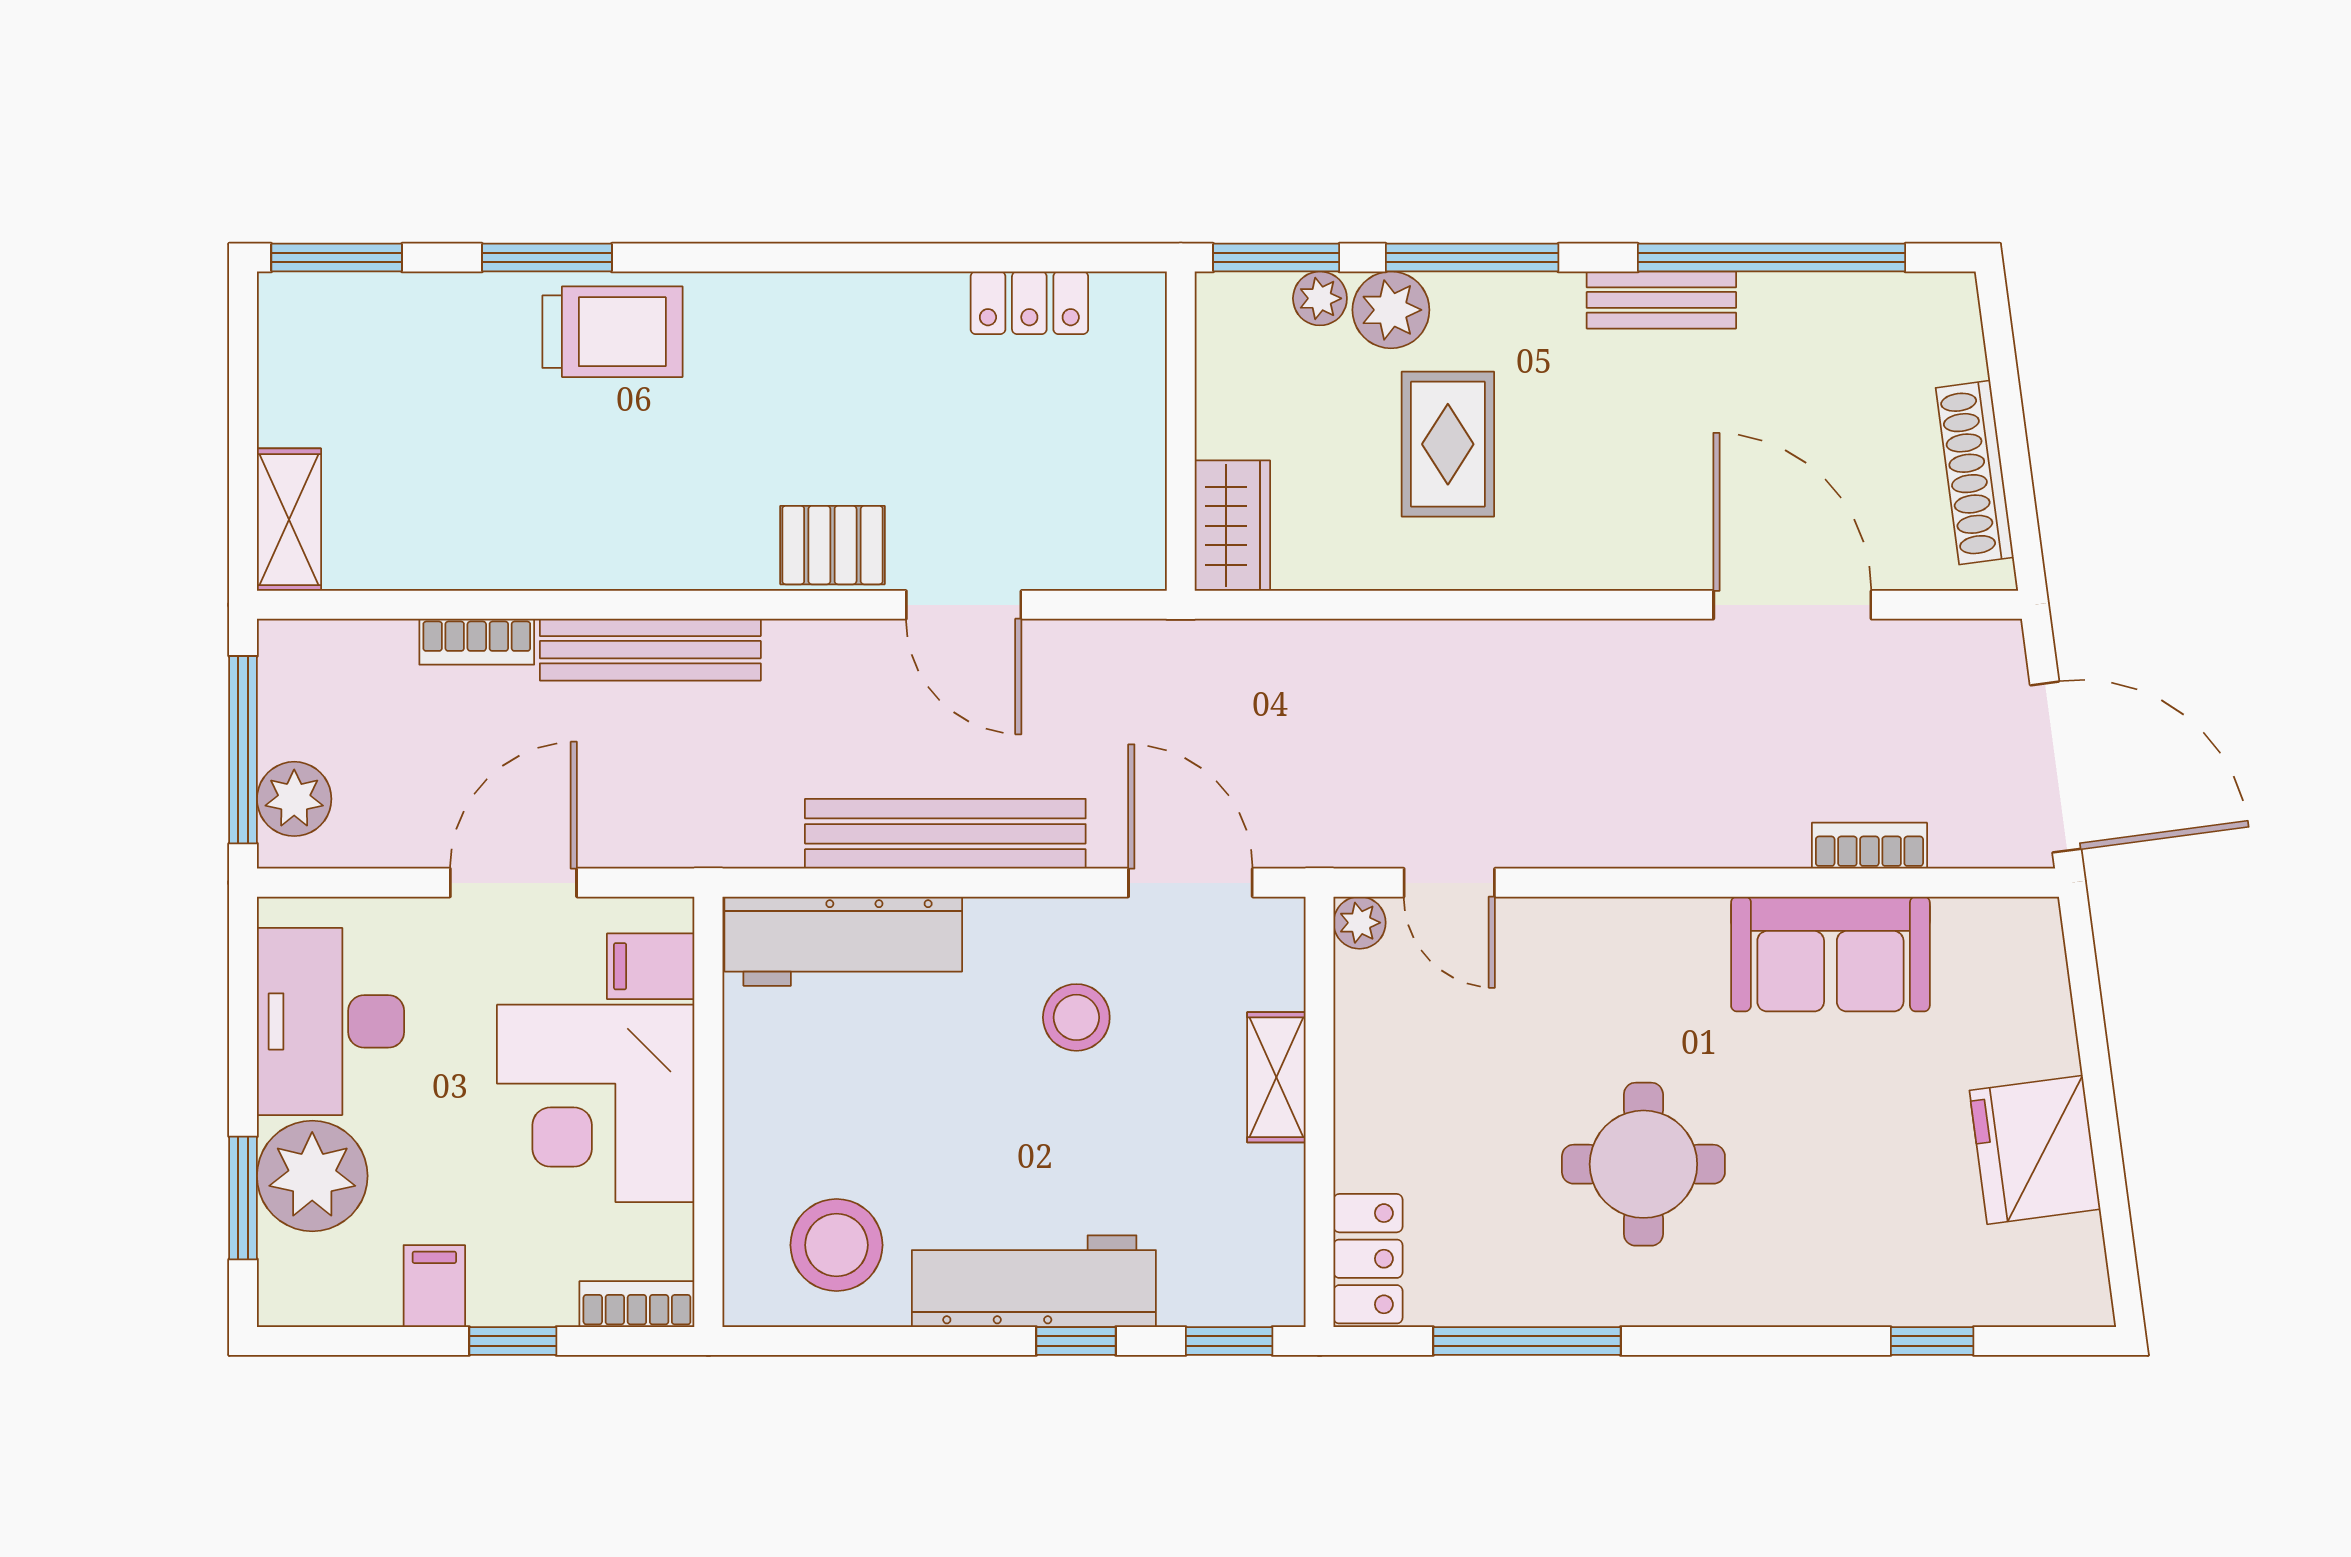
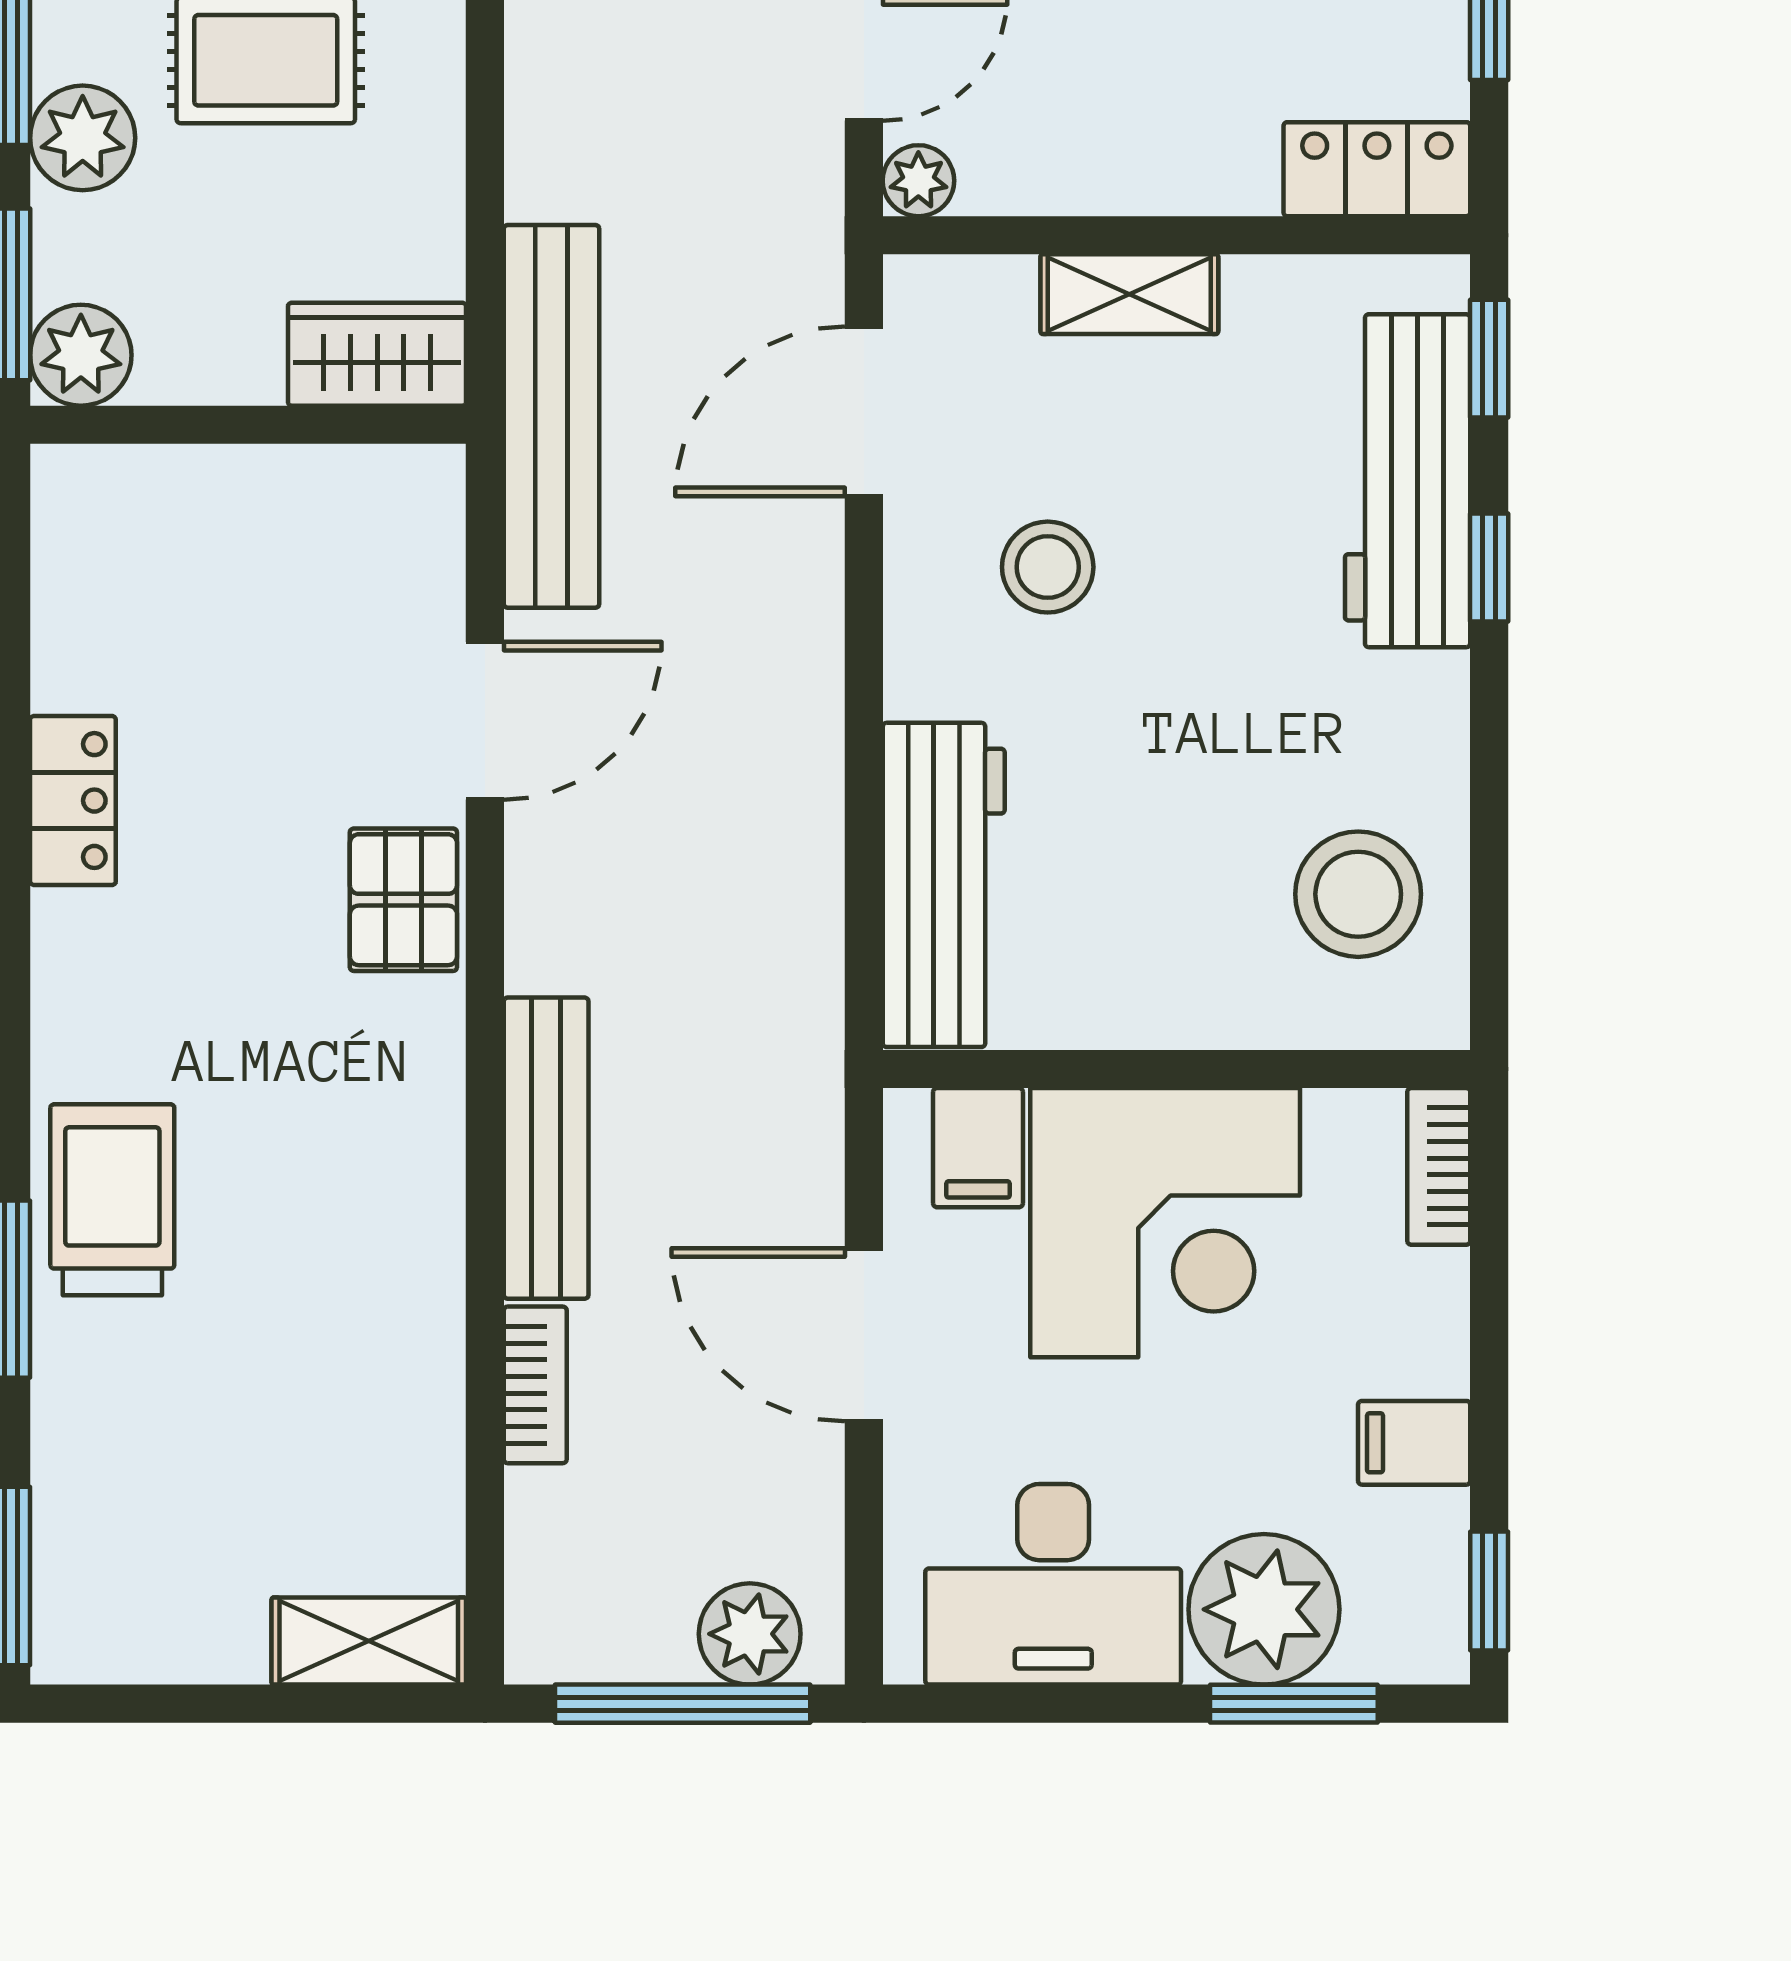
plant: (1320, 298) -> (81, 355), moved, width x1.38, depth x1.38
locker: (1029, 303) -> (73, 801), moved
bench: (945, 834) -> (552, 416), moved
workbench: (1034, 1281) -> (1408, 481), moved
window: (513, 1341) -> (1489, 1591), moved

